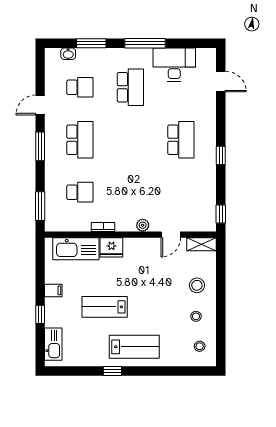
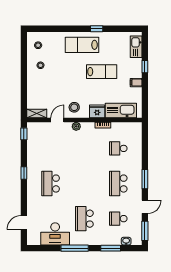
door: (221, 81) -> (24, 223), hinge flipped
window: (40, 206) -> (145, 231), moved
stool: (197, 285) -> (74, 107), moved

